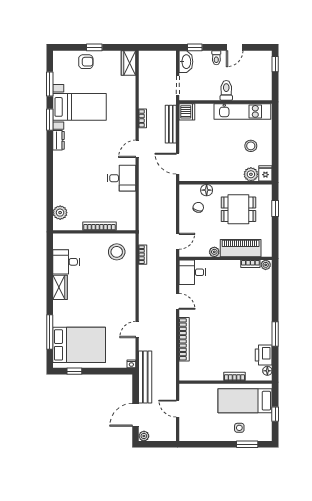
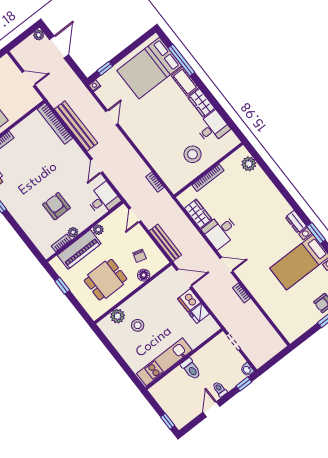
washbasin: (186, 62) -> (247, 370), width x0.52, depth x0.69
wardrobe: (129, 63) -> (198, 214), moved
dishwasher: (187, 112) -> (189, 300), moved
bench: (171, 124) -> (165, 243), moved
stool: (251, 146) -> (138, 325), moved
door: (137, 149) -> (226, 265), hinge flipped
fridge: (265, 173) -> (199, 313), moved, turned 90
window: (275, 209) -> (62, 286), moved
stool: (117, 252) -> (193, 154), moved
plant: (266, 265) -> (73, 232), moved
armchair: (232, 295) -> (56, 206), added
door: (178, 301) -> (97, 166), hinge flipped
cot: (60, 313) -> (185, 82), added
bookcase: (184, 339) -> (55, 123), moved
window: (74, 371) -> (105, 68), moved
bench: (145, 377) -> (76, 126), moved

